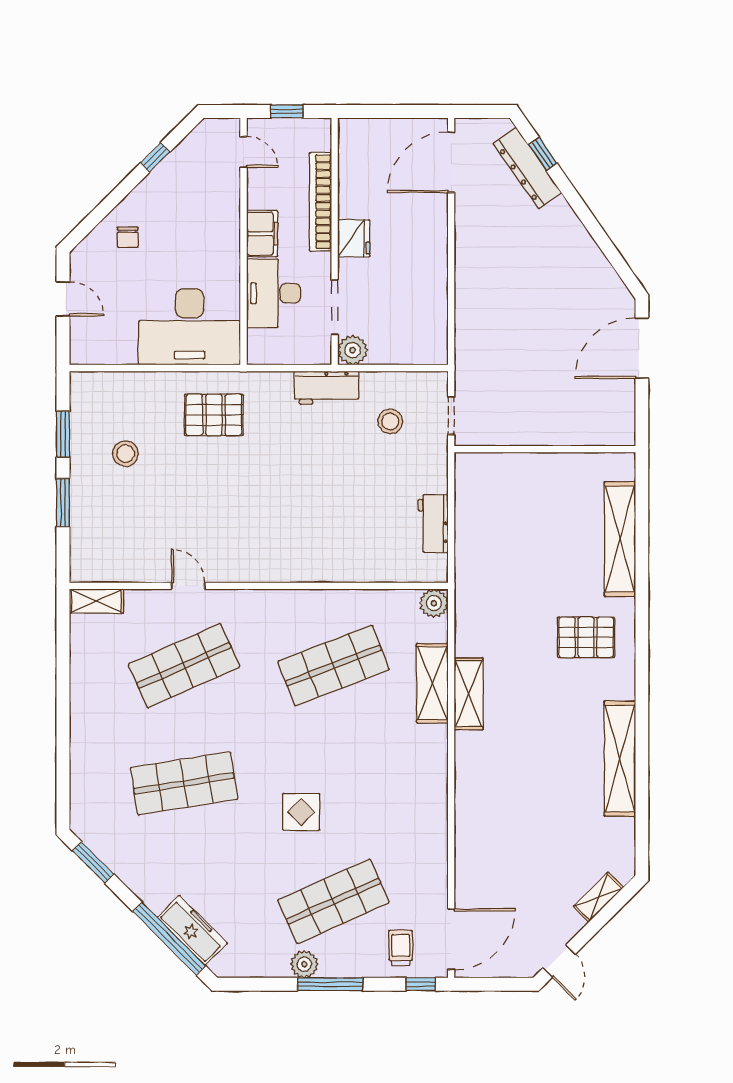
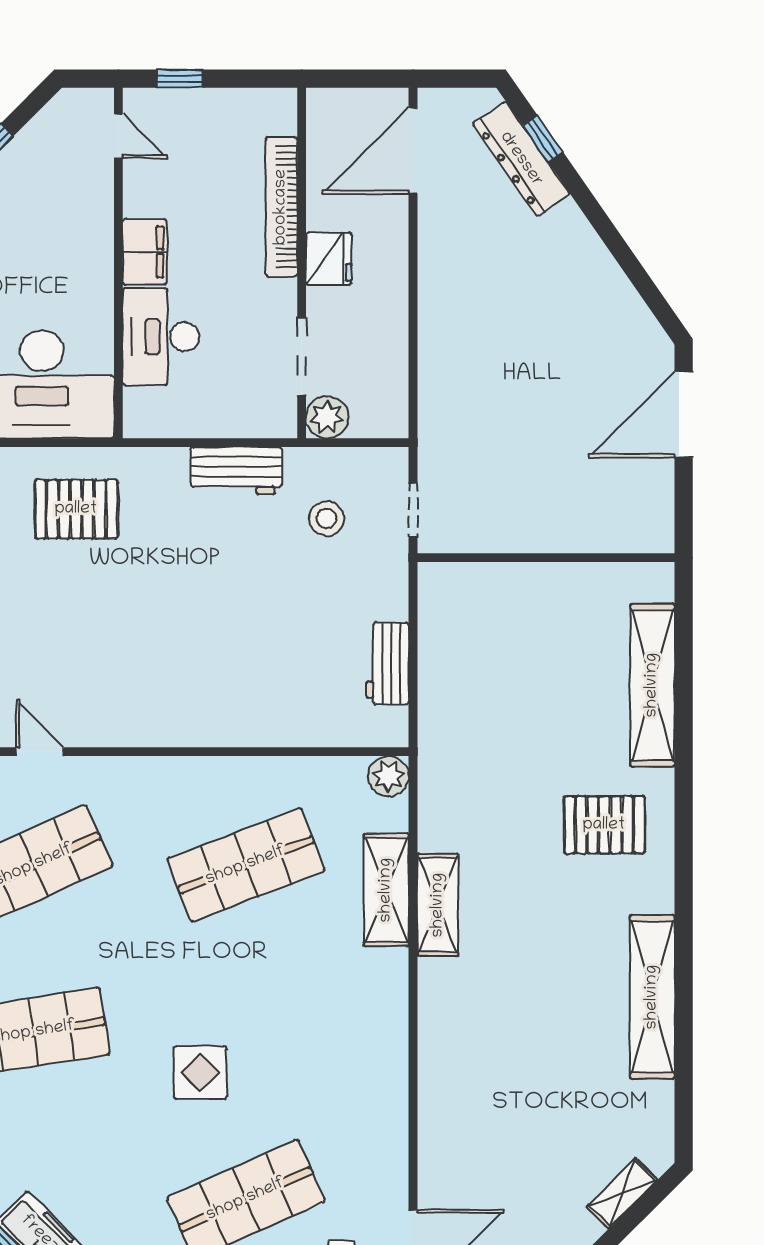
bookcase: (320, 202) -> (281, 207), moved
fridge: (354, 238) -> (329, 259), moved
wall: (335, 241) -> (302, 263), moved
doorway: (335, 307) -> (302, 356), moved
plant: (353, 350) -> (327, 417), moved

